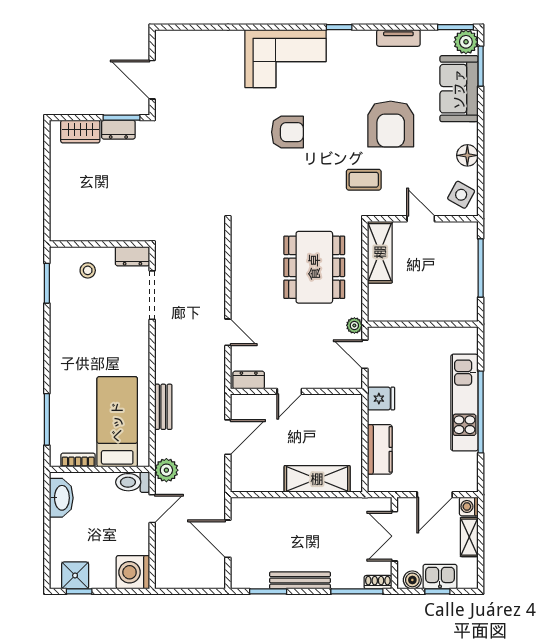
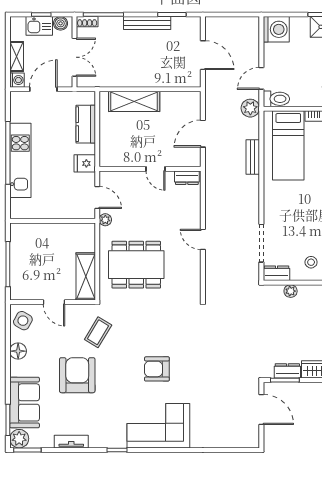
coffee table: (364, 180) -> (98, 332), turned -59
plant: (114, 233) -> (291, 291), added
dining table: (314, 267) -> (136, 265), turned 90
door: (228, 332) -> (203, 239), moved
door: (289, 391) -> (155, 169), swing flipped

